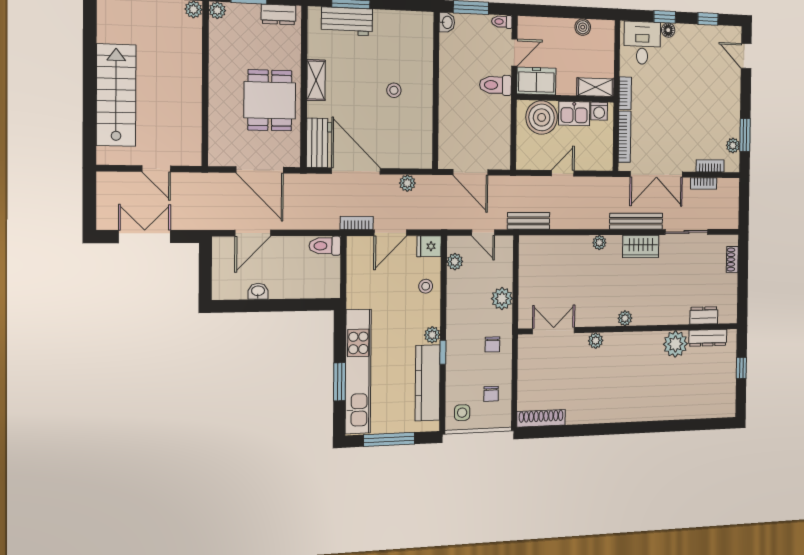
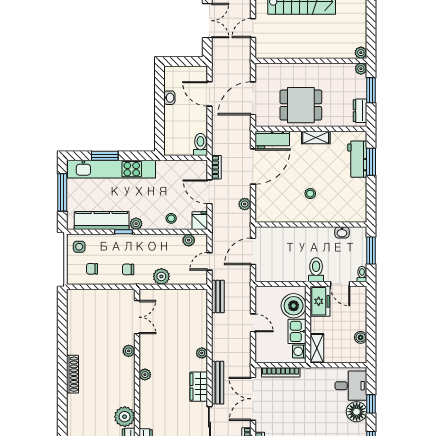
washbasin: (447, 22) -> (342, 232), moved
floor lamp: (668, 30) -> (357, 412), width x1.89, depth x1.89
bookcase: (625, 93) -> (313, 372), removed
shoe rack: (541, 418) -> (72, 374), moved

